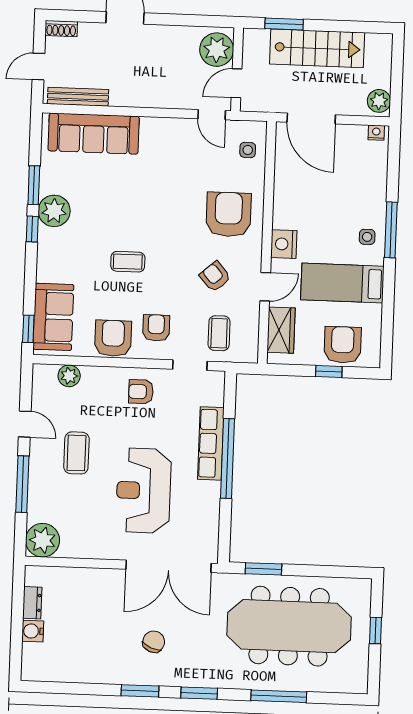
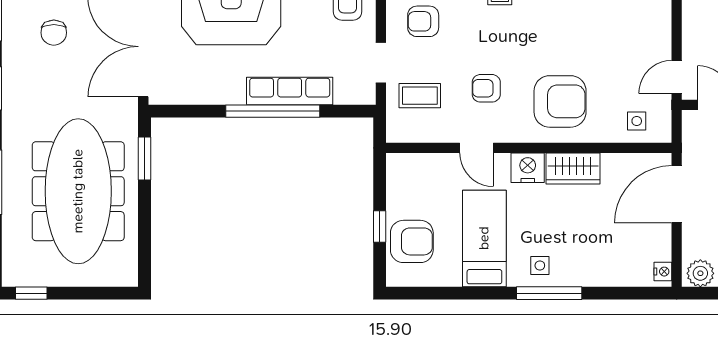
armchair: (215, 277) -> (486, 88), turned -139
armchair: (156, 328) -> (423, 21), turned 180
wardrobe: (281, 330) -> (573, 168), moved
window: (376, 631) -> (31, 293), moved
chair: (154, 642) -> (54, 33), turned 68

